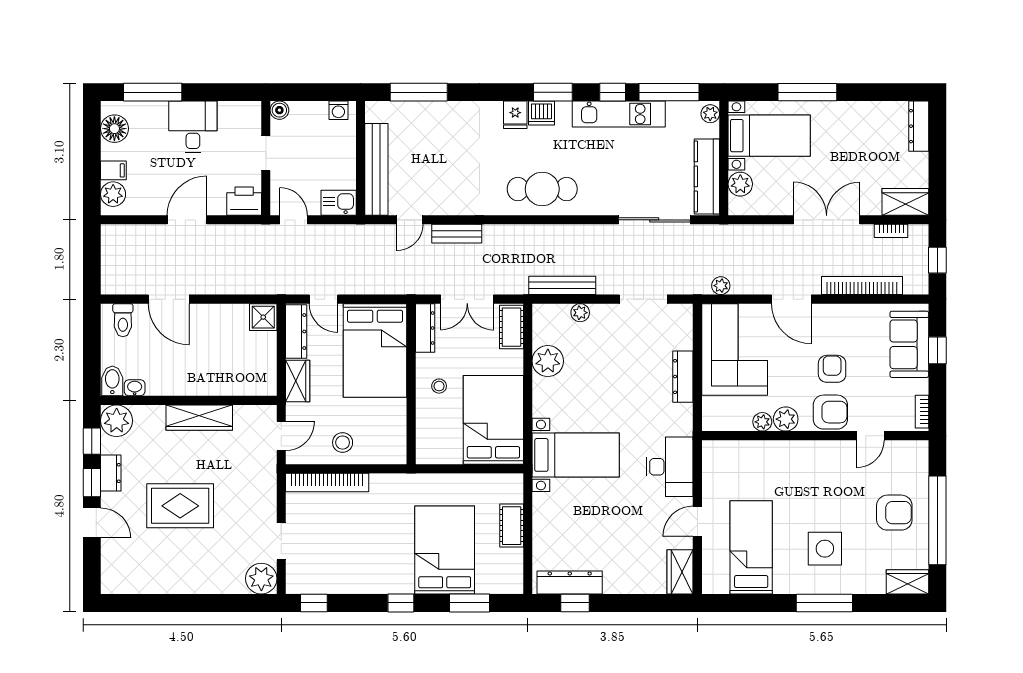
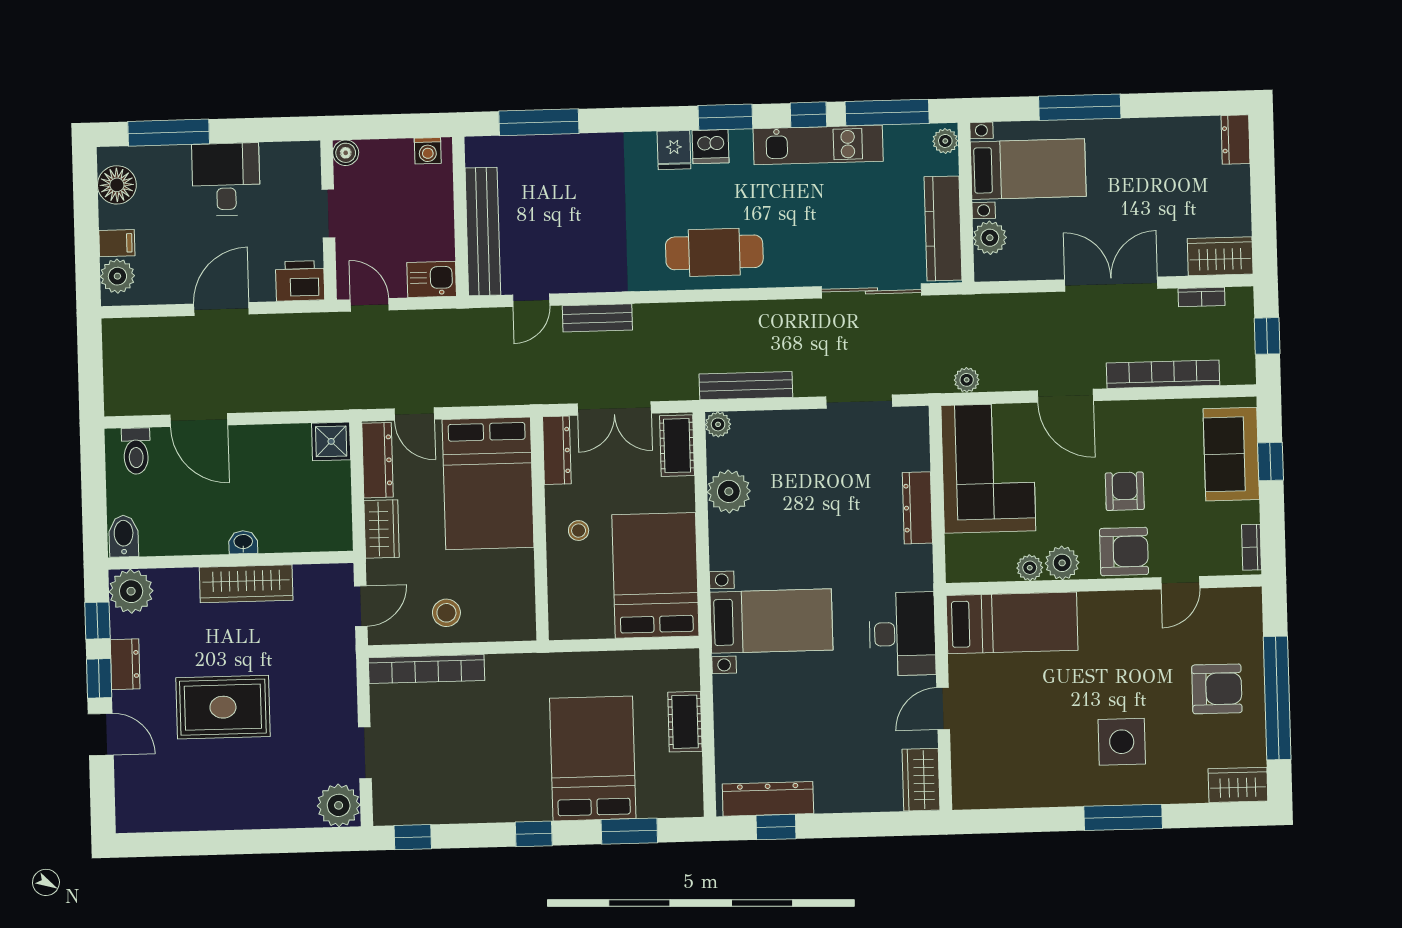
dresser: (919, 126) -> (1236, 140), width x0.70
plant: (580, 313) -> (718, 424), moved
washbasin: (135, 388) -> (243, 542), moved
bed: (751, 547) -> (1012, 623), moved, turned 90

